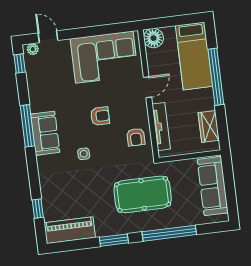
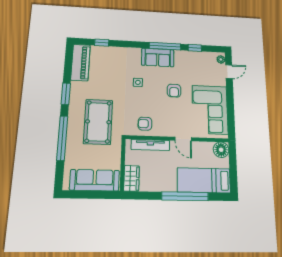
window: (20, 63) -> (195, 48), moved
armchair: (100, 116) -> (174, 91), moved
wardrobe: (209, 126) -> (131, 178), moved, turned 90

